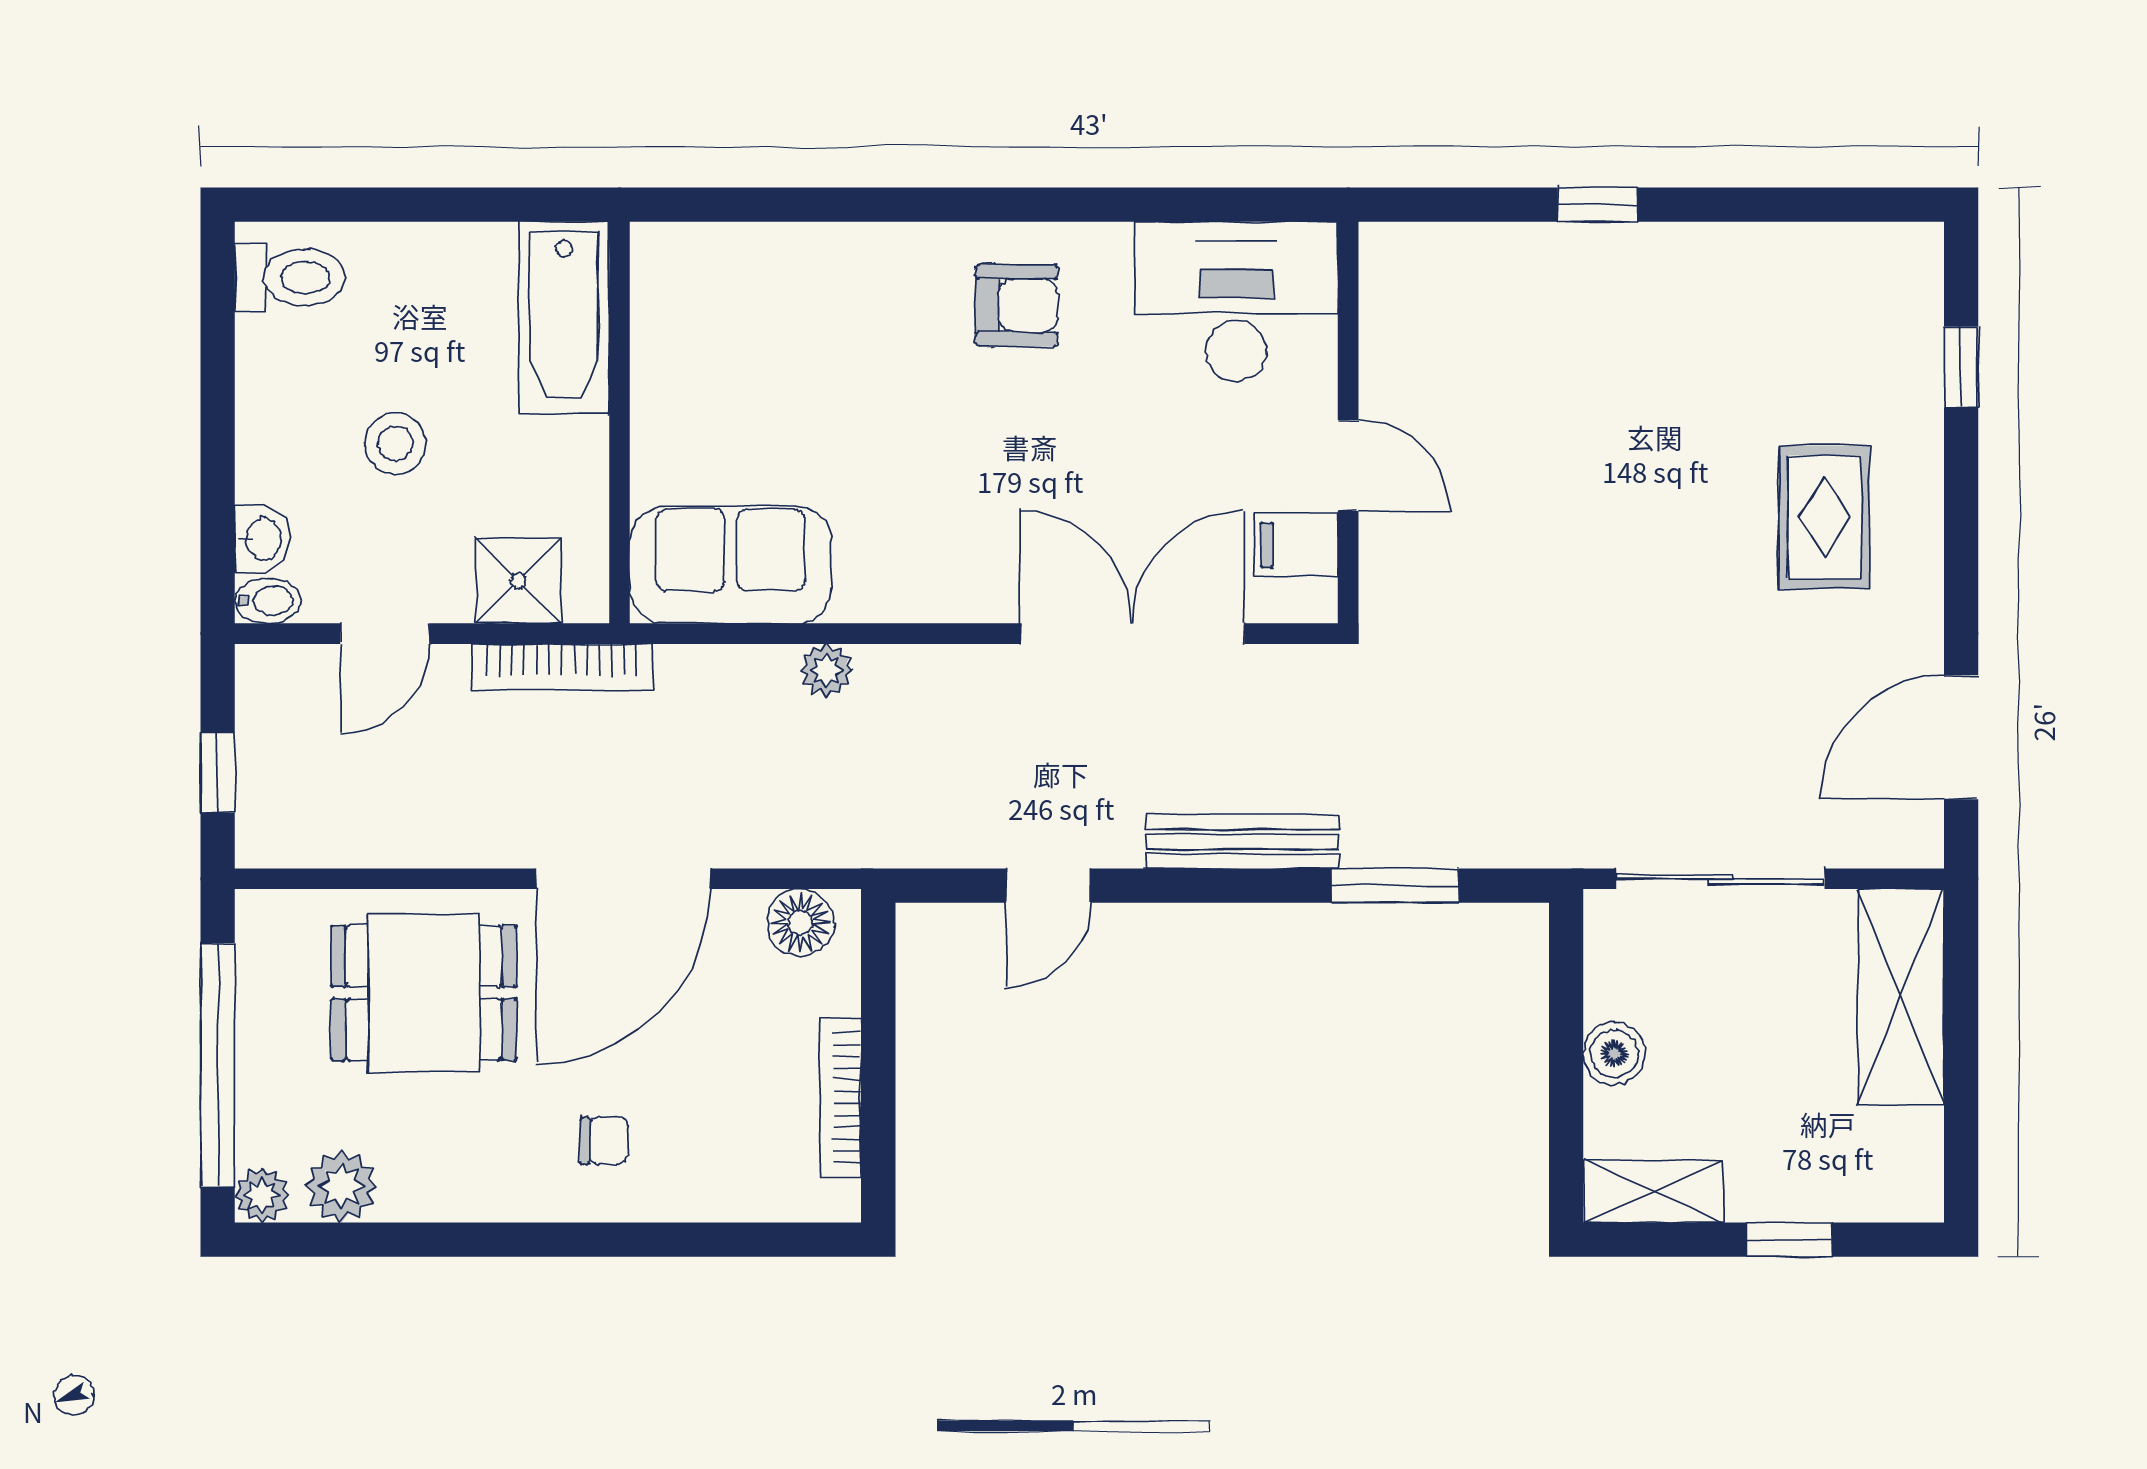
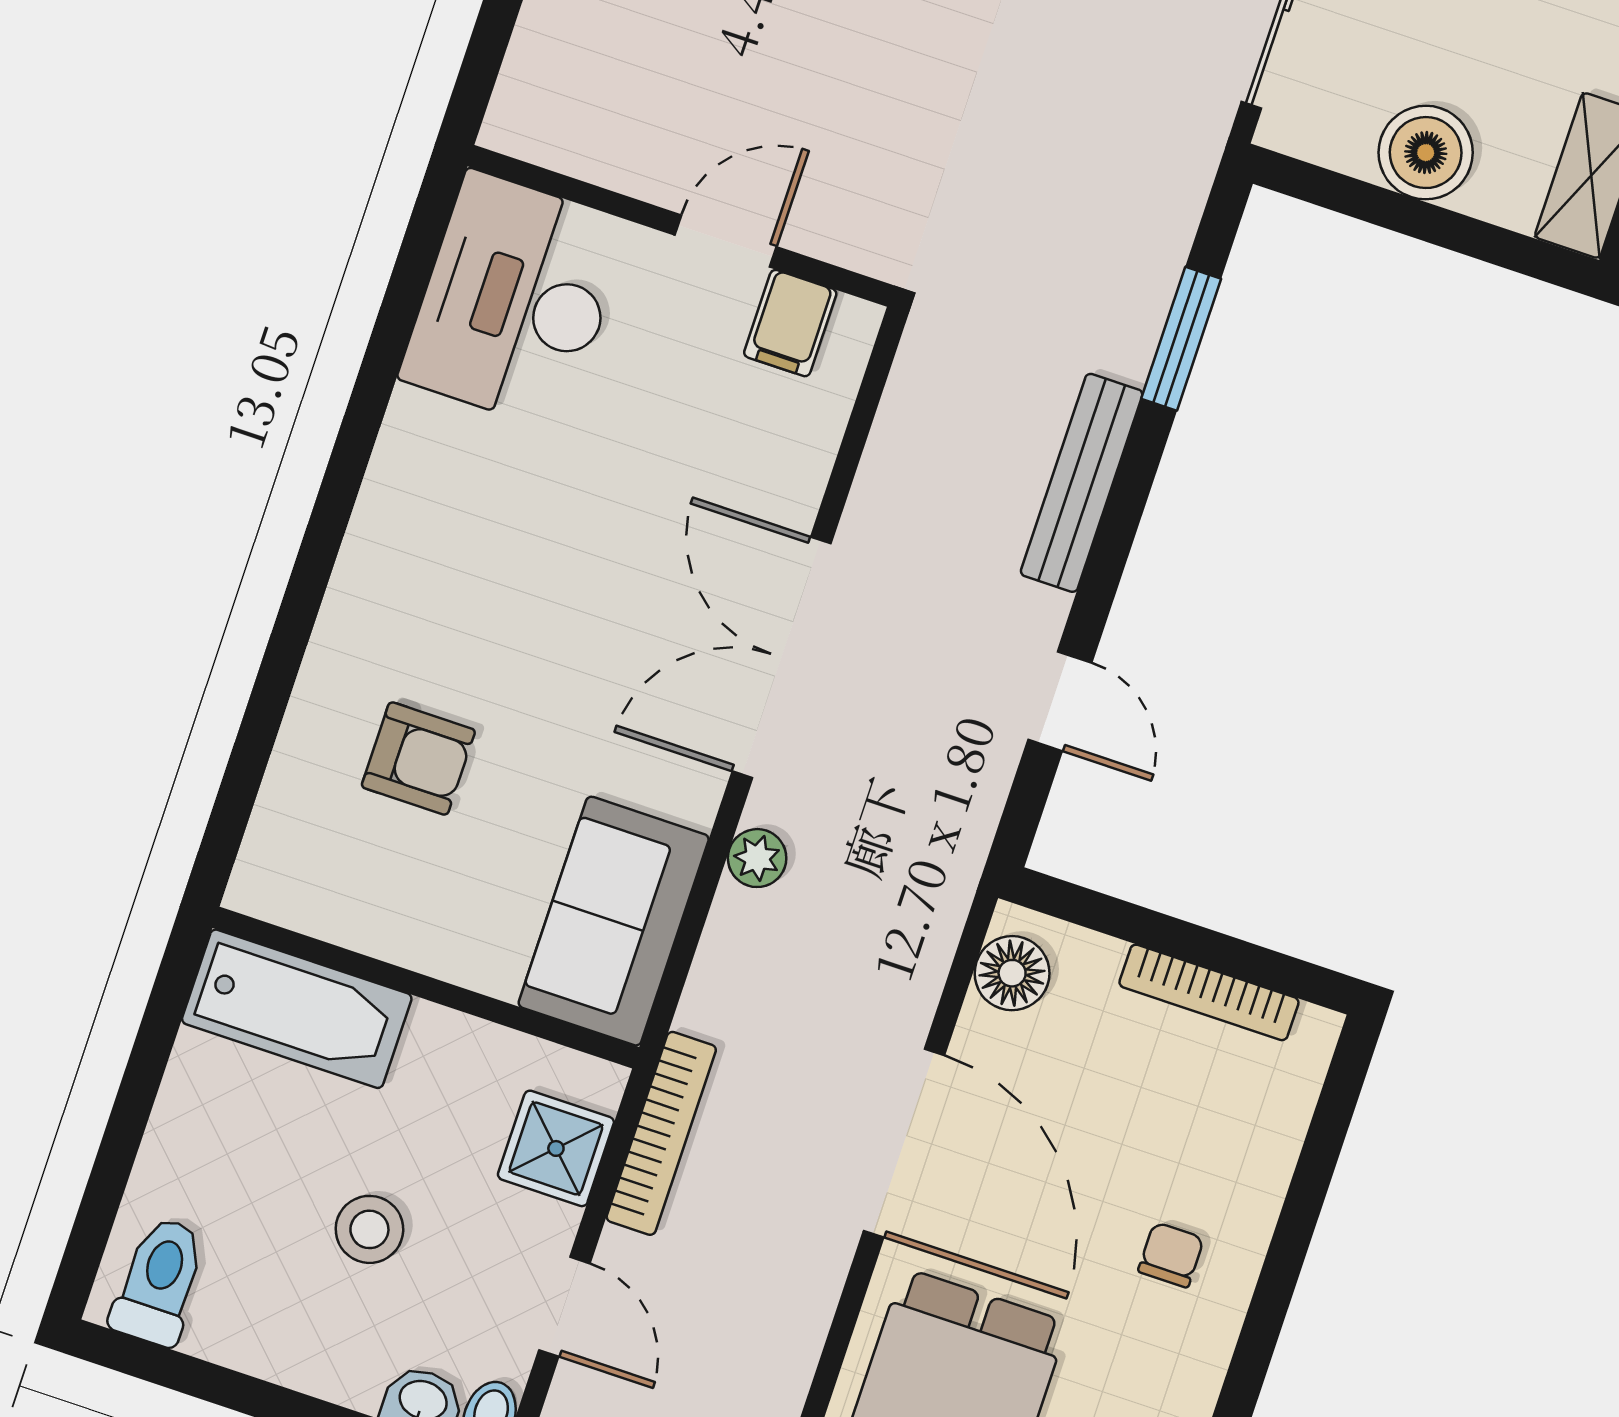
armchair: (1016, 305) -> (418, 758), moved, turned 90
double door: (1132, 634) -> (782, 657), moved
boiler: (1614, 1054) -> (1426, 153), width x1.36, depth x1.36

